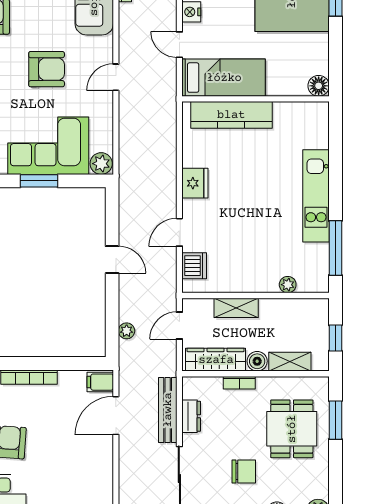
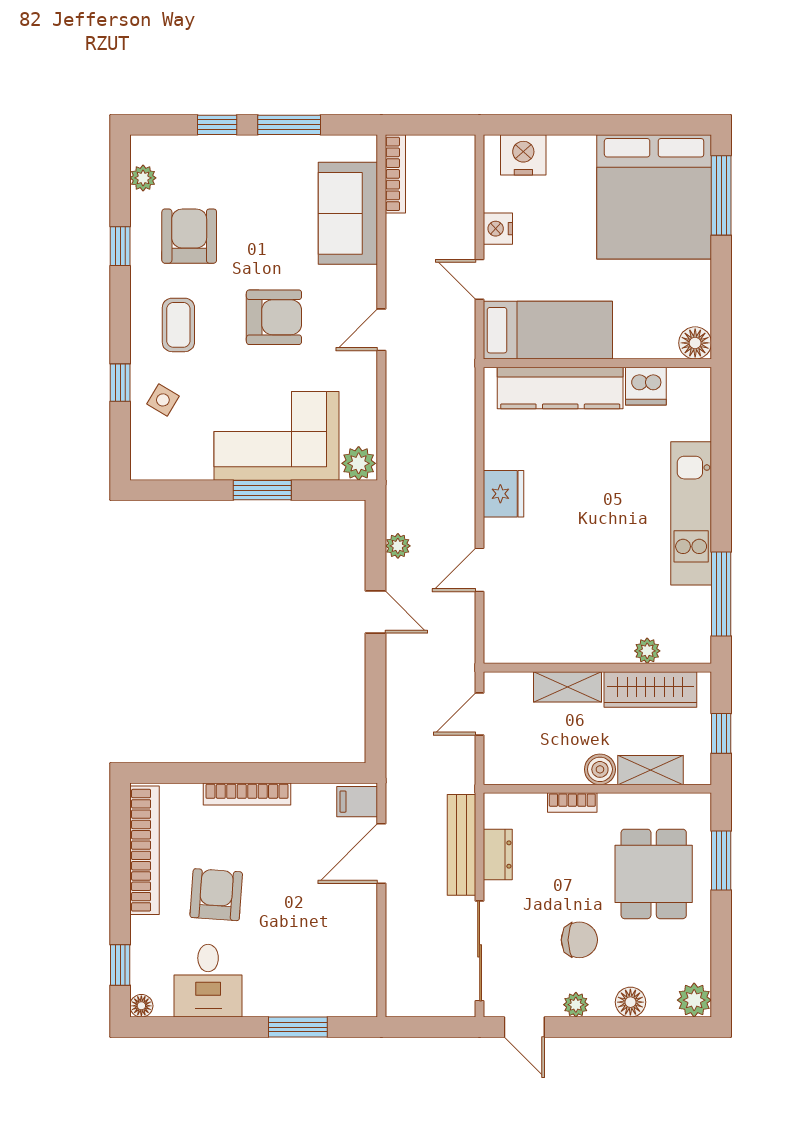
dishwasher: (194, 266) -> (646, 386), moved, turned 90
plant: (127, 331) -> (398, 546), moved
wardrobe: (216, 360) -> (650, 689), moved, turned 180

